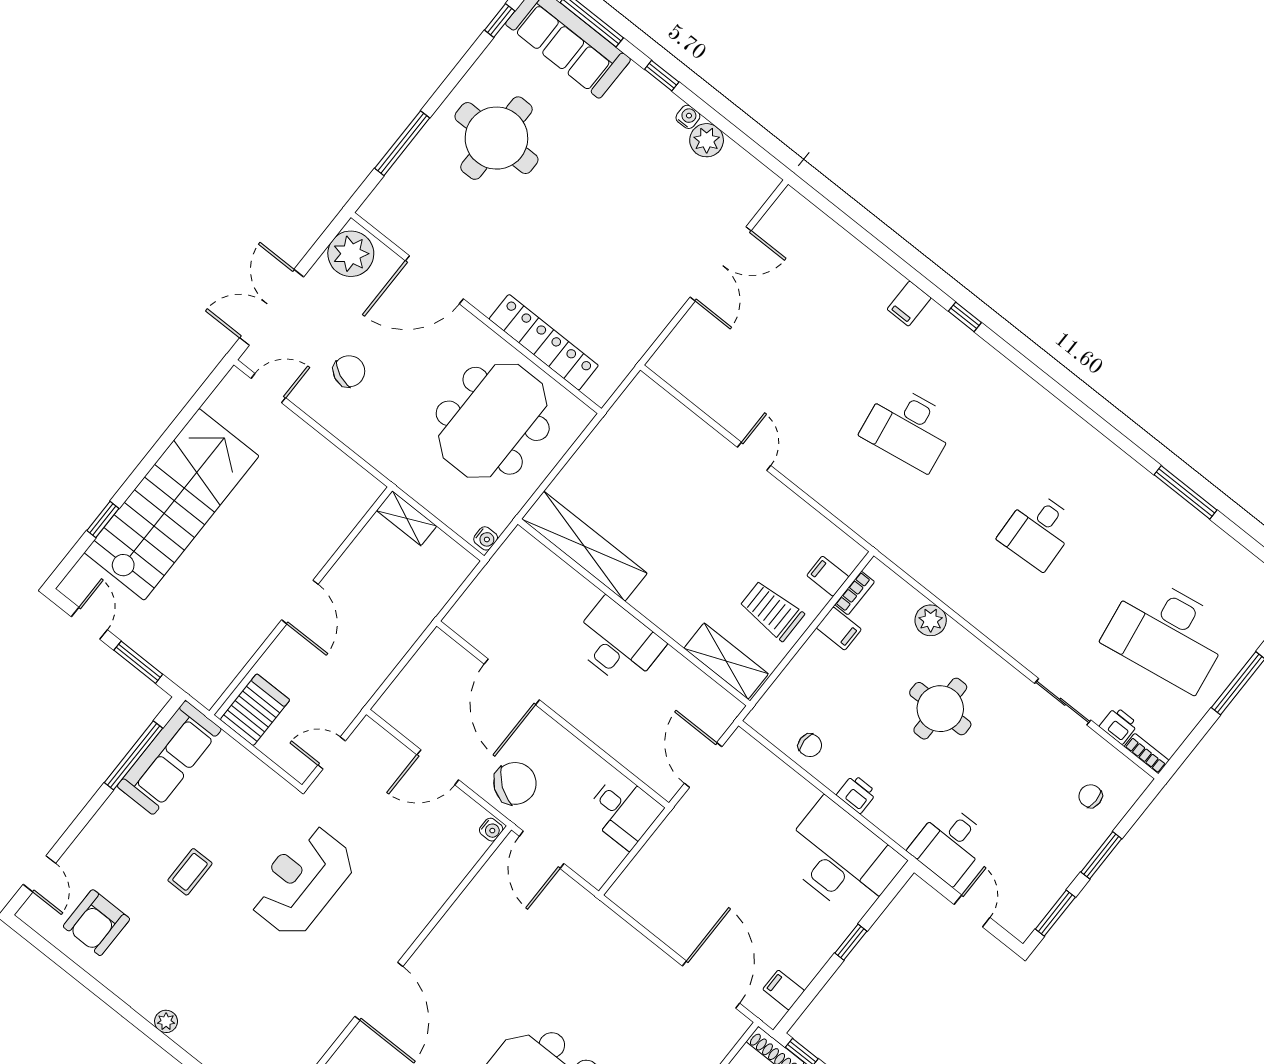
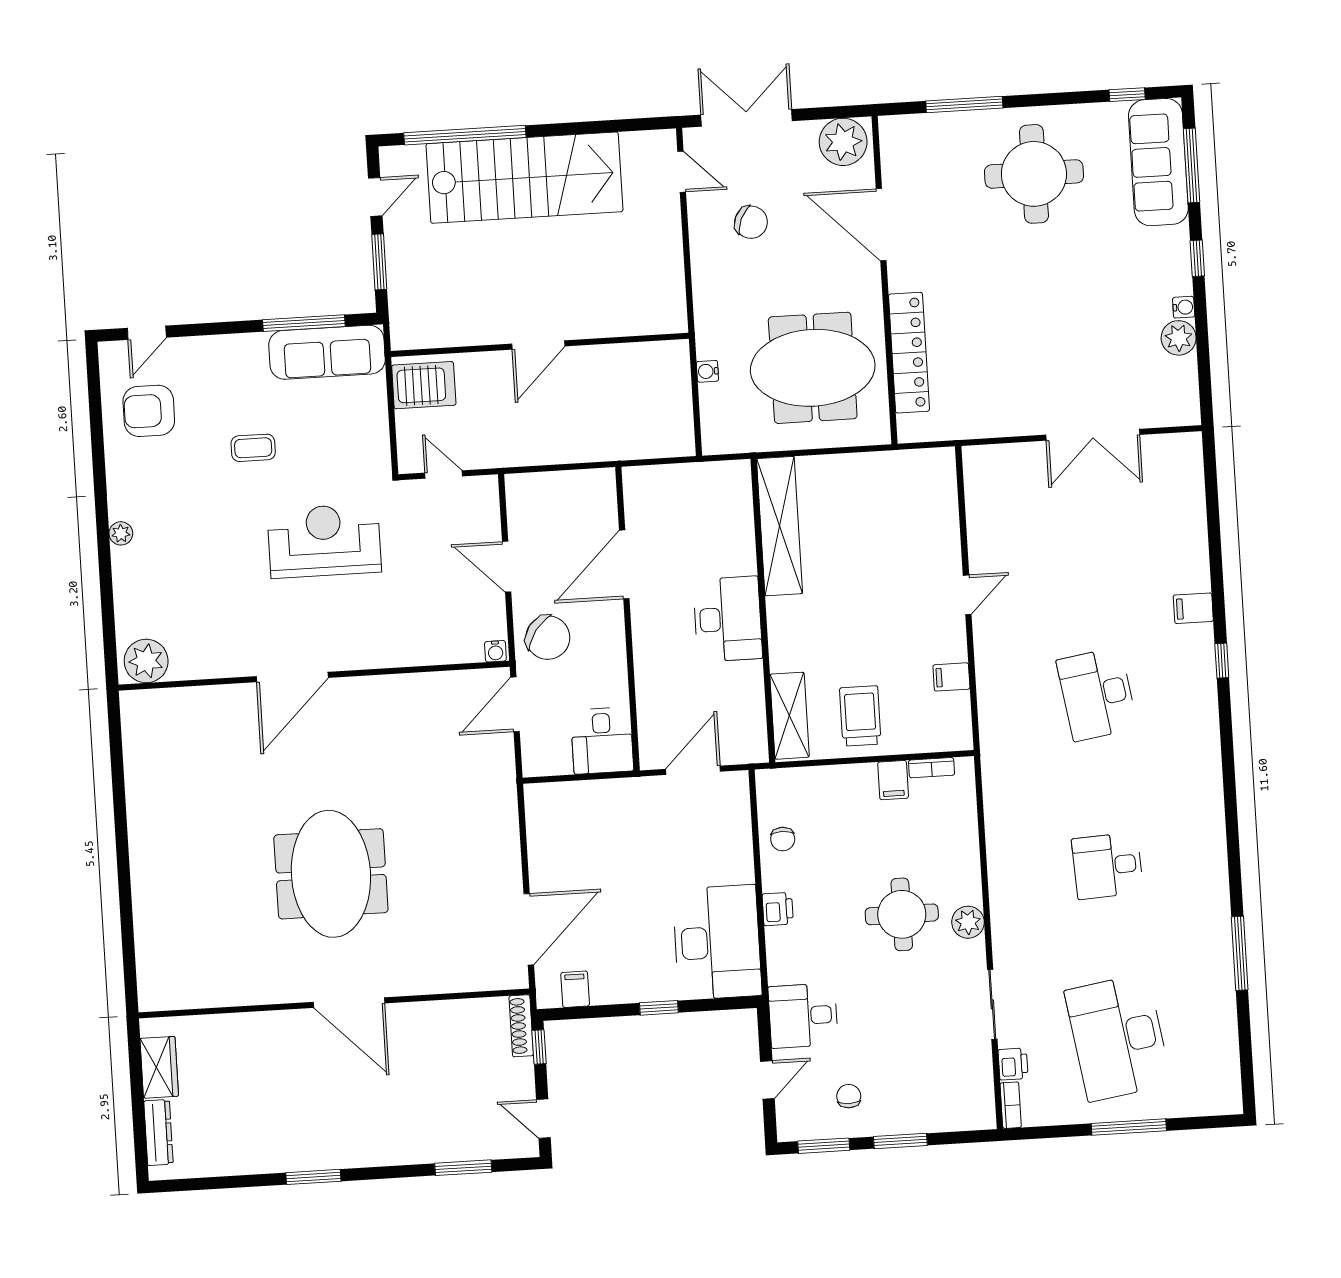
shelving: (407, 518) -> (677, 369), removed
window: (103, 520) -> (465, 135), width x3.17
water cooler: (486, 538) -> (707, 371), moved, turned 90
filing cabinet: (828, 576) -> (951, 677), moved, turned -90
plant: (931, 620) -> (968, 922), moved
chair: (1090, 796) -> (849, 1096), moved

